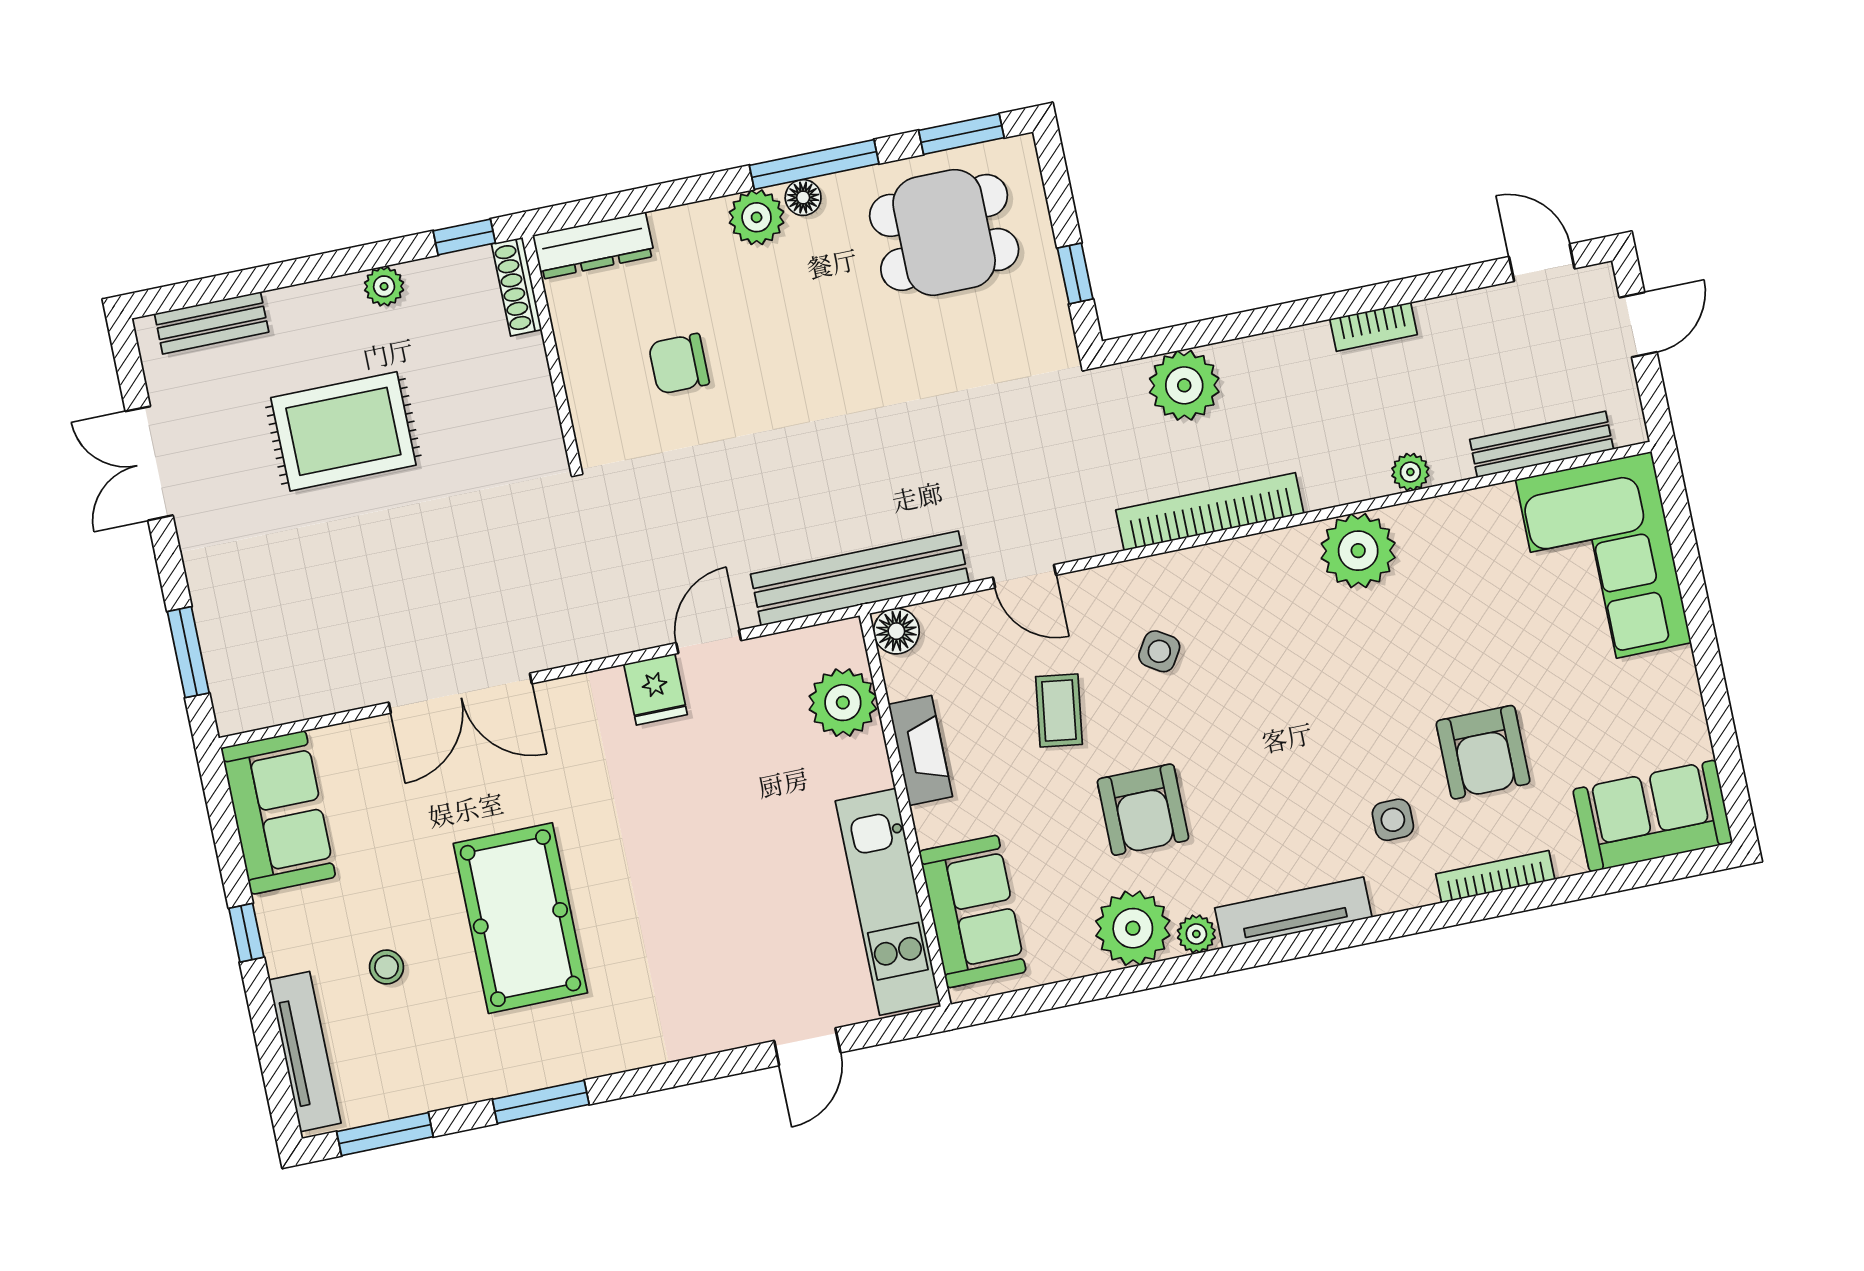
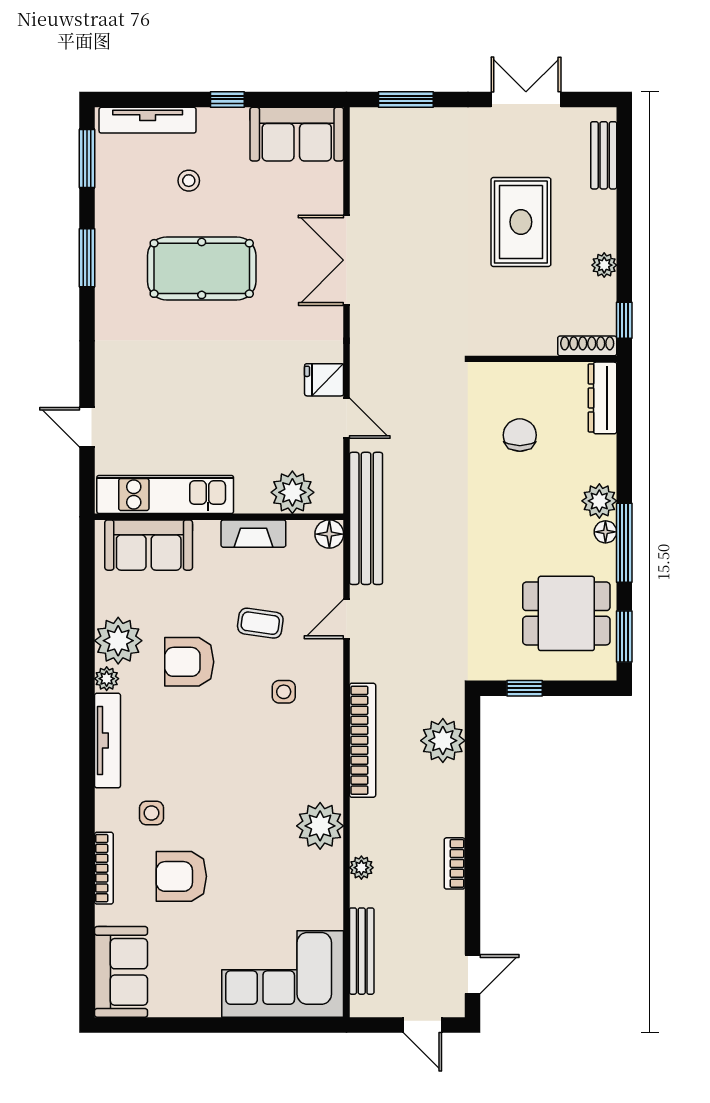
dining table: (944, 232) -> (566, 613), turned 90
side table: (1159, 651) -> (284, 692), turned -32

